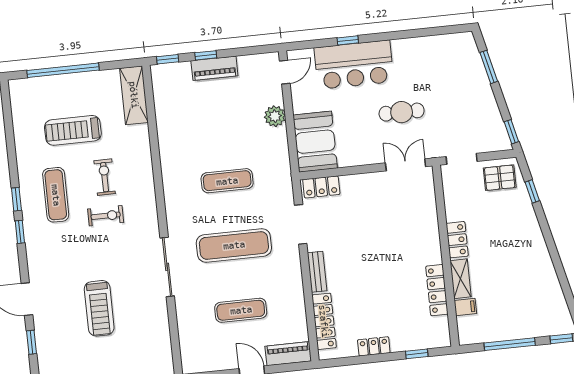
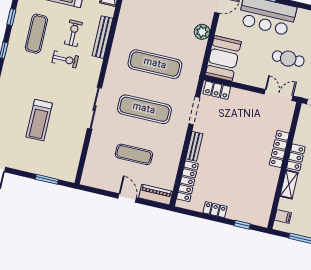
bench: (145, 169) -> (102, 37), added
exercise mat: (227, 181) -> (155, 64), width x1.36, depth x1.45
window: (16, 199) -> (11, 17), moved
locker: (437, 290) -> (279, 149), moved
filing cabinet: (465, 307) -> (283, 216), moved

